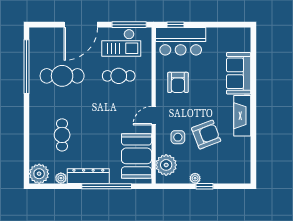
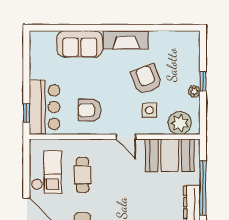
window: (129, 25) -> (26, 163), removed
armchair: (178, 82) -> (90, 110), turned 180

